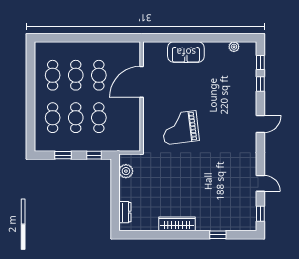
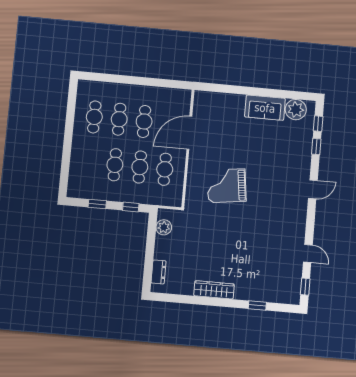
plant: (234, 47) -> (296, 110), width x1.88, depth x1.88
sofa: (186, 52) -> (265, 108), moved
cafe table: (53, 118) -> (165, 169), moved

